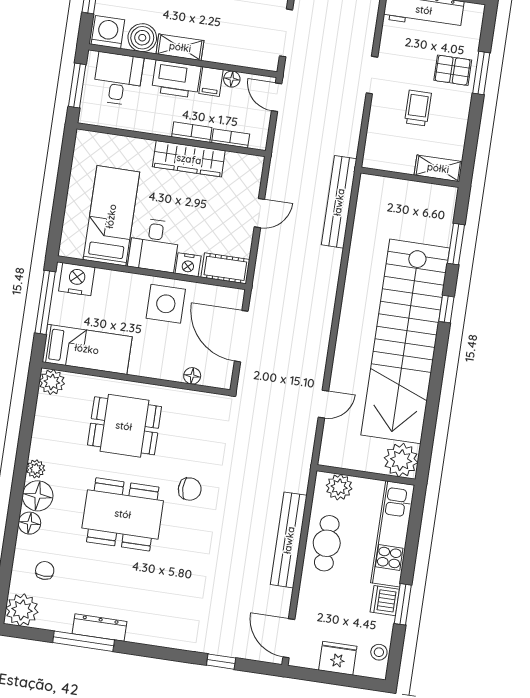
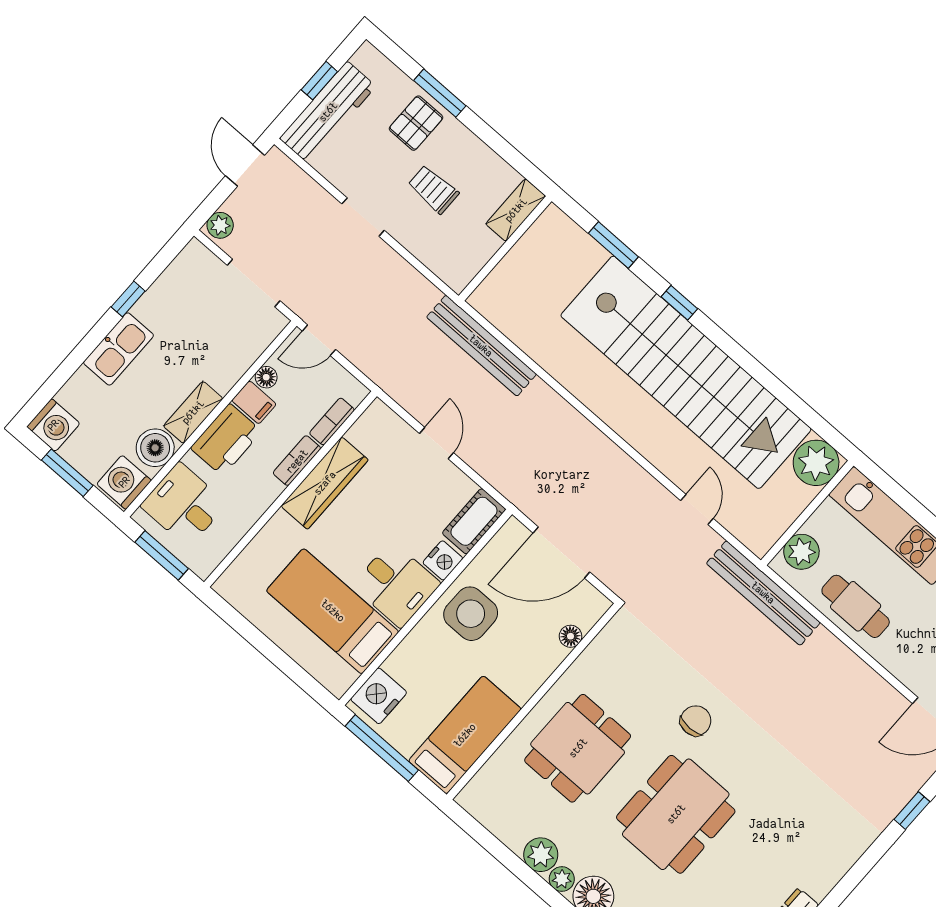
plant: (52, 382) -> (541, 855), moved
bench: (289, 540) -> (763, 593), moved

